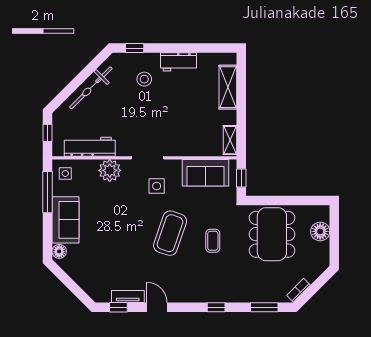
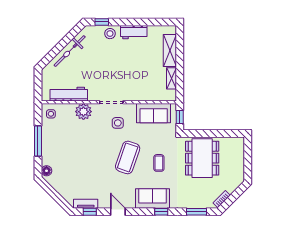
stool: (144, 79) -> (110, 34), moved
window: (48, 133) -> (38, 84), removed
shelving: (230, 140) -> (172, 78), moved
window: (48, 192) -> (38, 141), moved
sofa: (66, 220) -> (152, 199), moved, turned -90
floor lamp: (320, 231) -> (237, 156), removed
tv unit: (128, 296) -> (86, 204), moved

